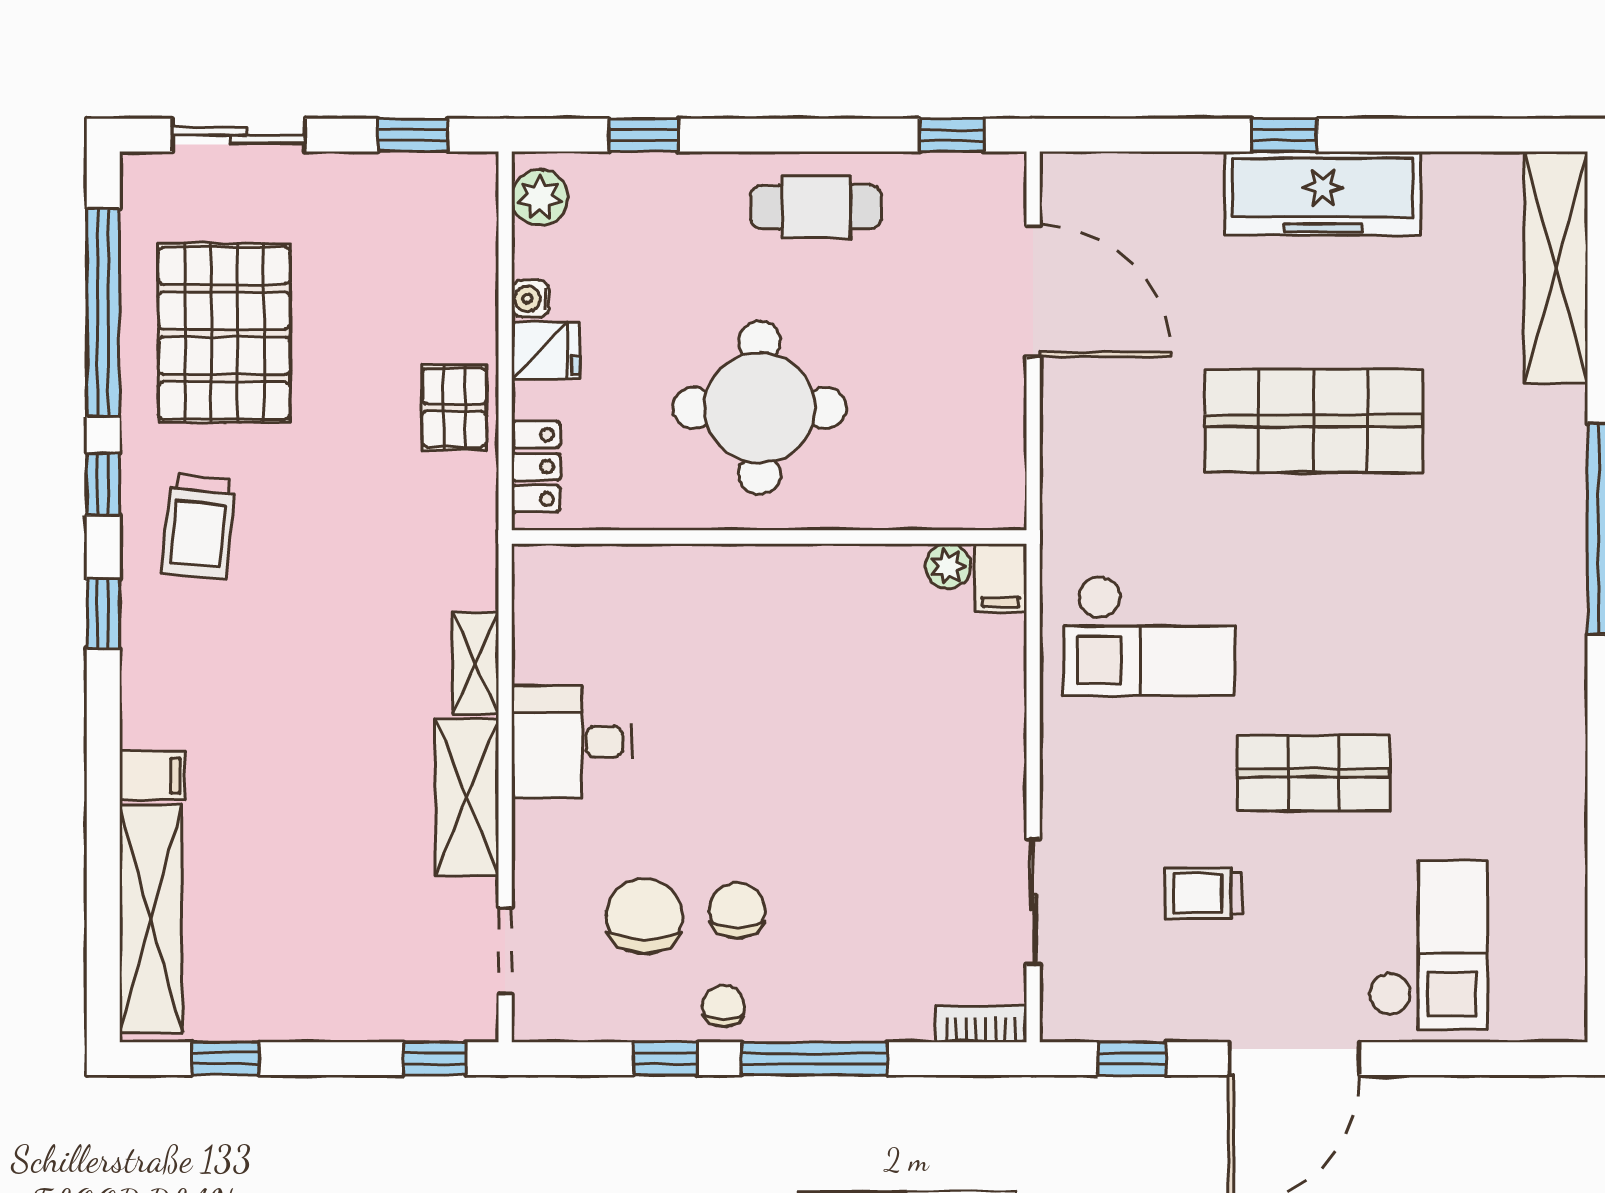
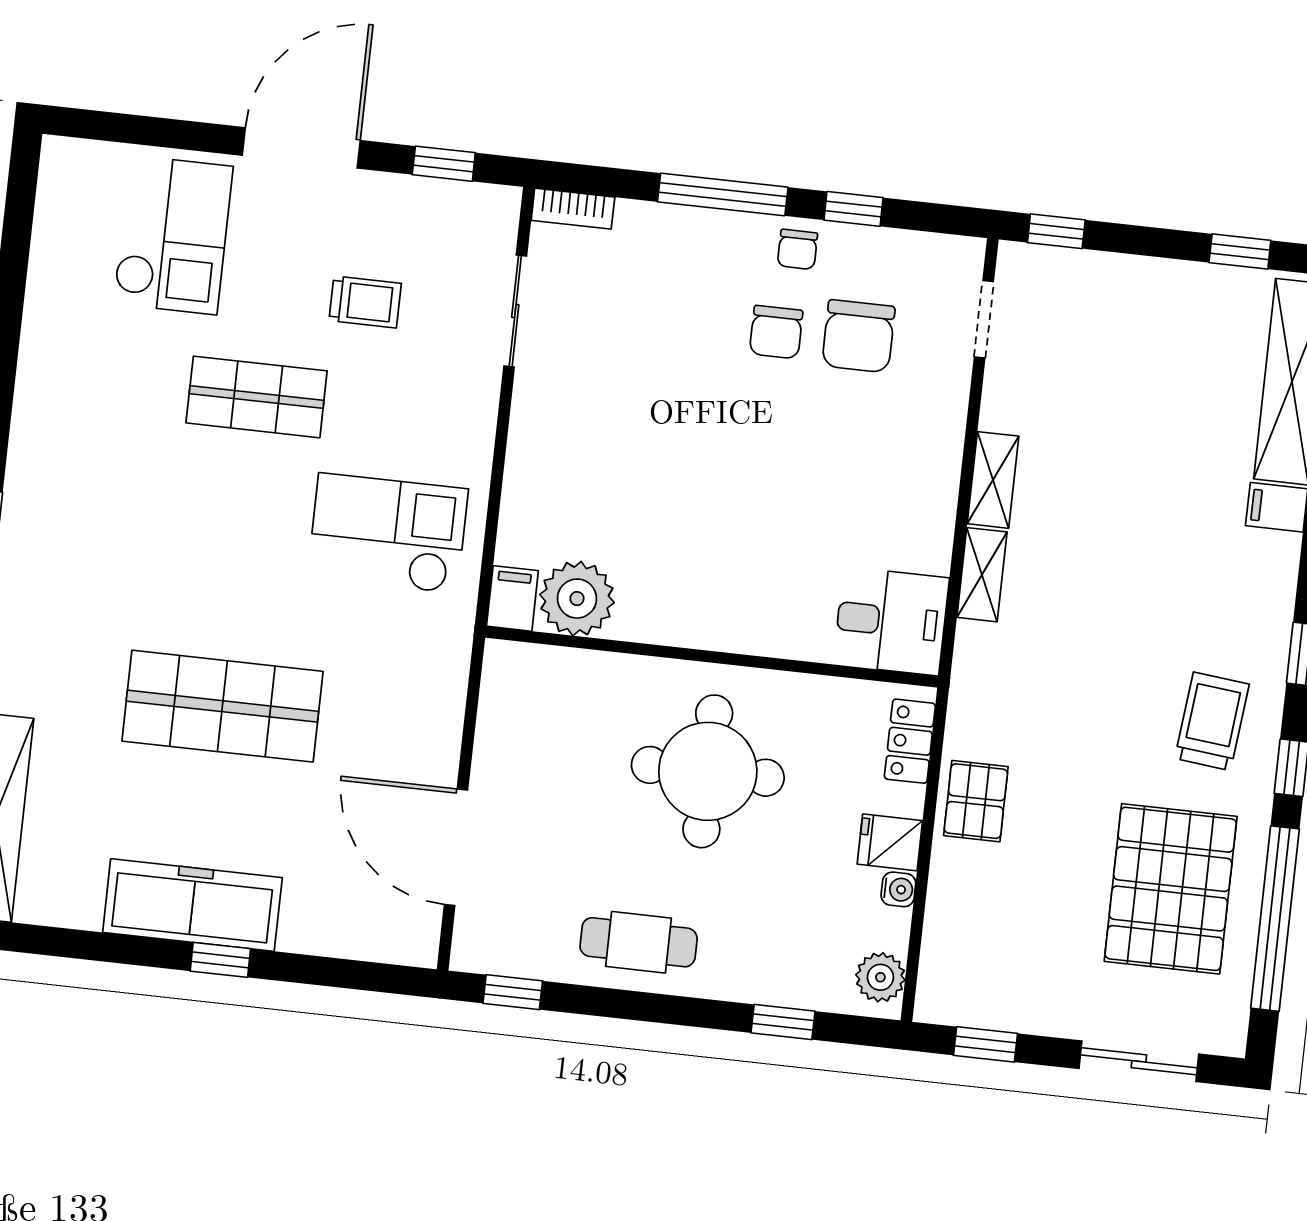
plant: (948, 566) -> (577, 599), width x1.87, depth x1.87
desk: (572, 742) -> (891, 621), moved
shelving: (467, 797) -> (993, 480), width x0.67, depth x0.75
checkout: (1428, 945) -> (173, 235), turned 180

